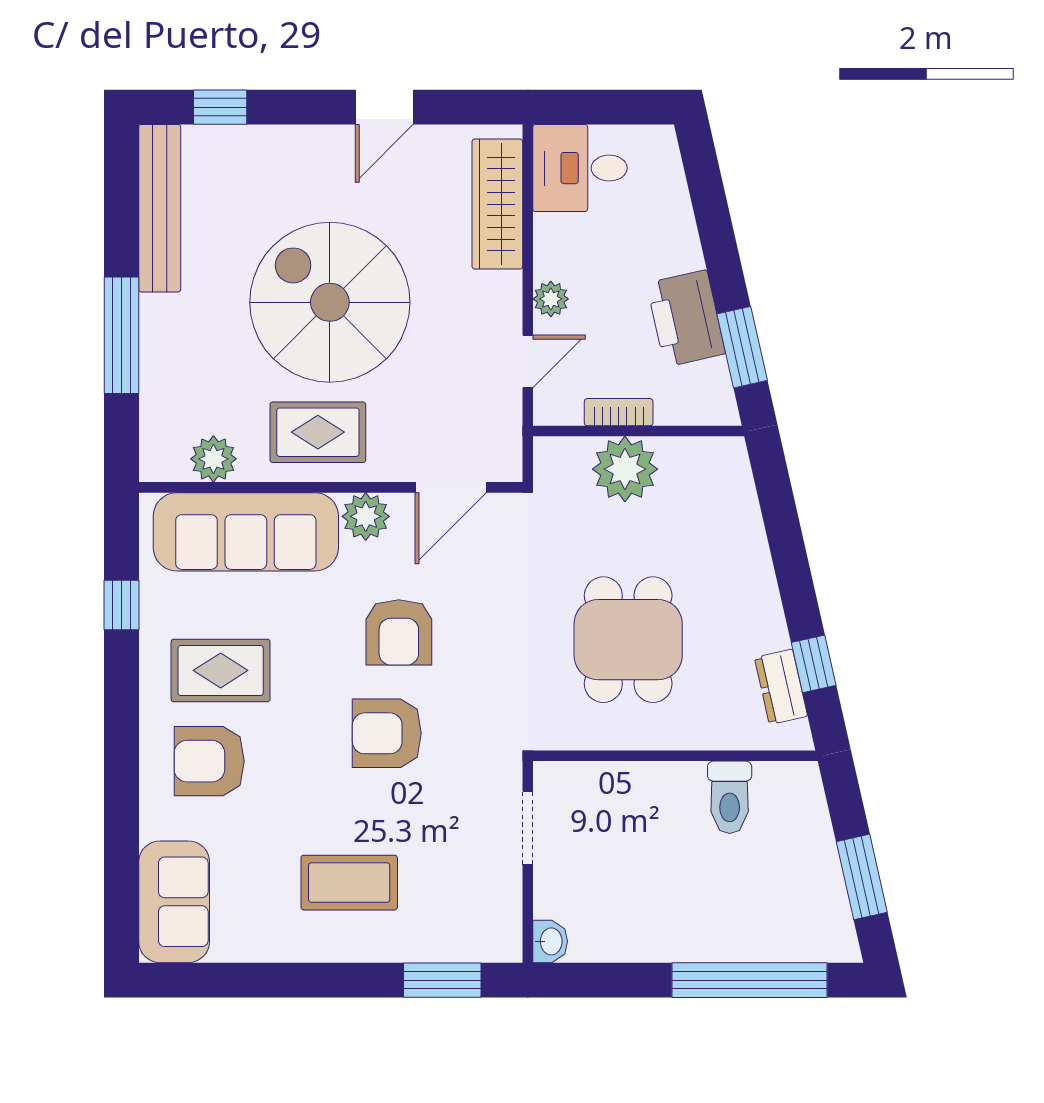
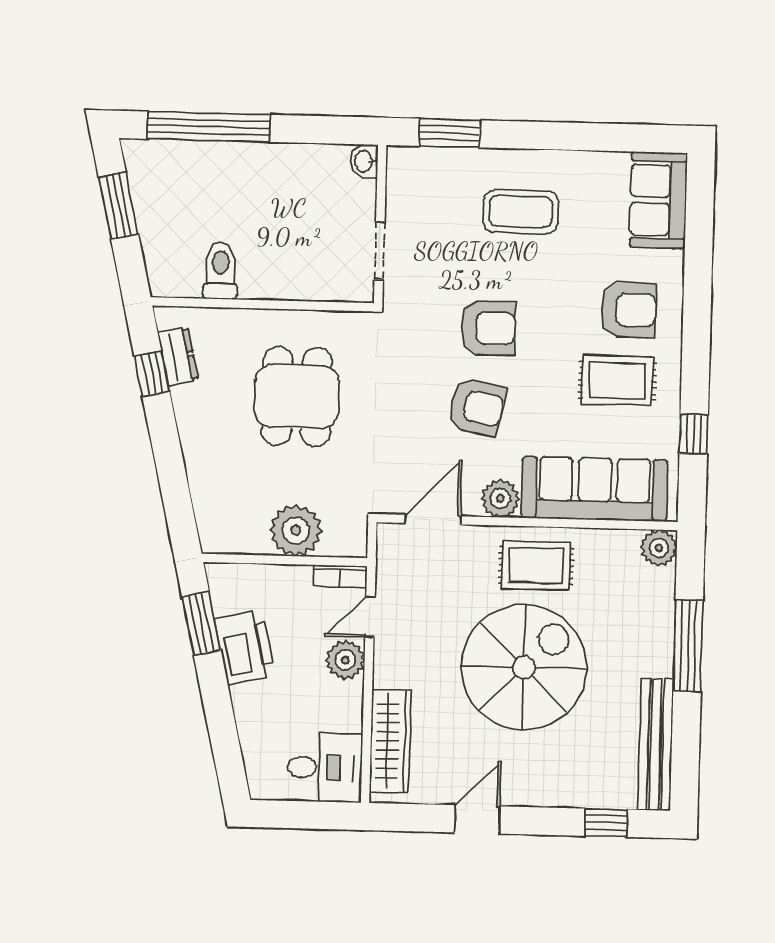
plant: (551, 299) -> (345, 660), width x1.38, depth x1.38
spiral stairs: (330, 302) -> (524, 667), turned -90
bookcase: (619, 412) -> (340, 576), moved
plant: (213, 459) -> (659, 548), moved
armchair: (399, 632) -> (477, 407), turned 102

